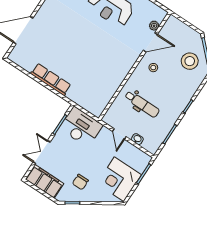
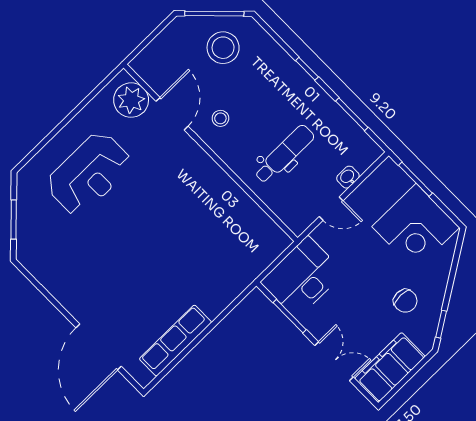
plant: (154, 26) -> (131, 100), width x1.88, depth x1.88
row of seats: (51, 79) -> (176, 341), moved
double door: (42, 152) -> (334, 361), swing flipped

